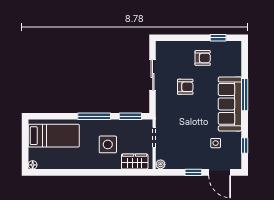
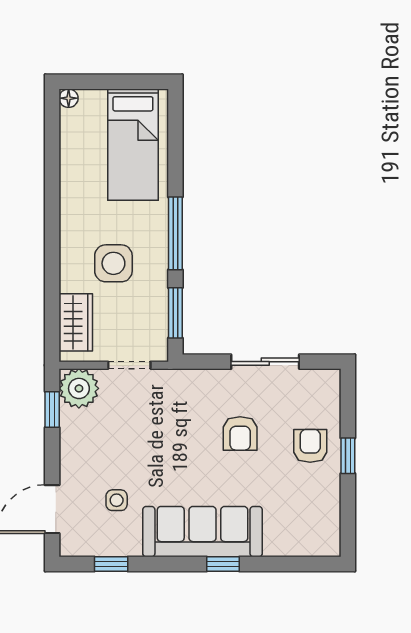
window: (218, 38) -> (348, 456), moved
armchair: (203, 58) -> (310, 446), moved, turned 180
window: (245, 95) -> (223, 564), width x0.46
plant: (161, 164) -> (79, 388), width x1.88, depth x1.88
window: (193, 172) -> (52, 410), moved

